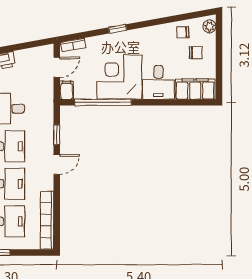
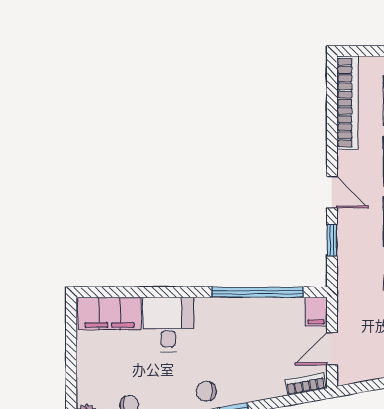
chair: (196, 53) -> (206, 391), moved
corner desk: (119, 77) -> (231, 333), removed
door: (57, 165) -> (332, 192), swing flipped

